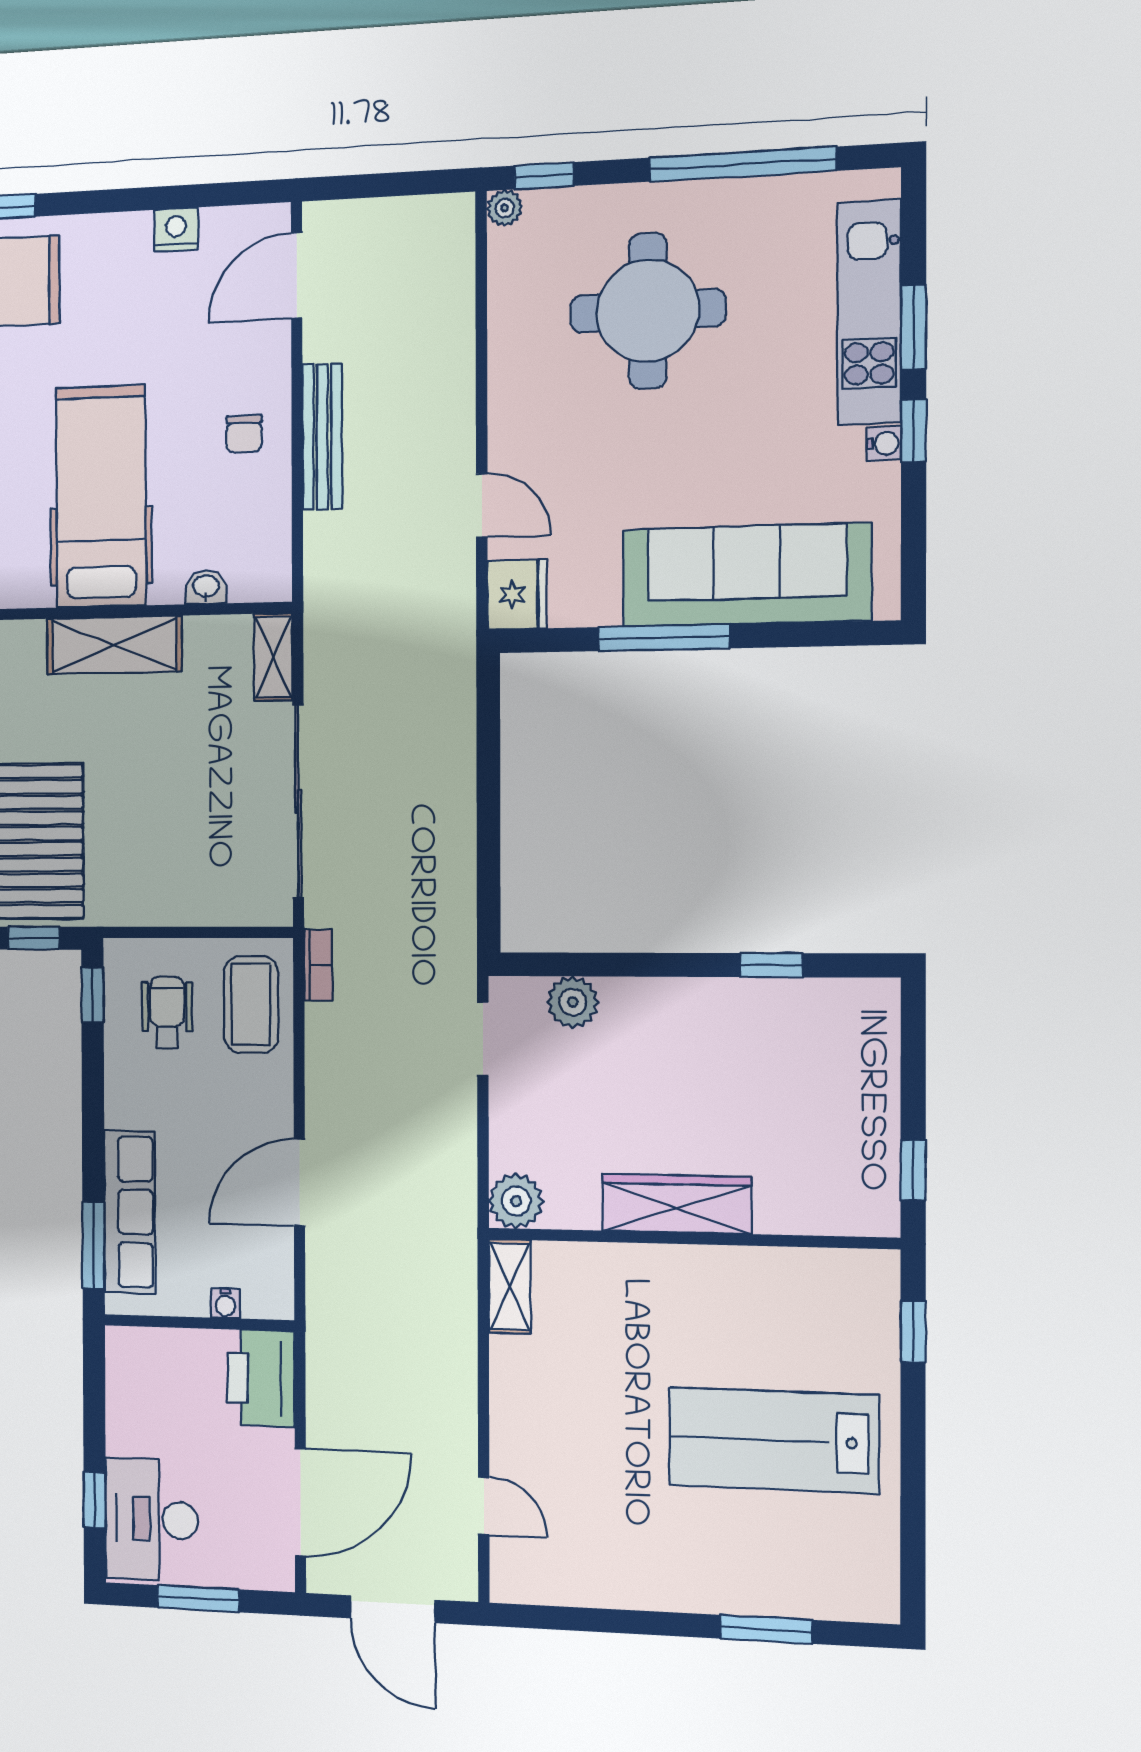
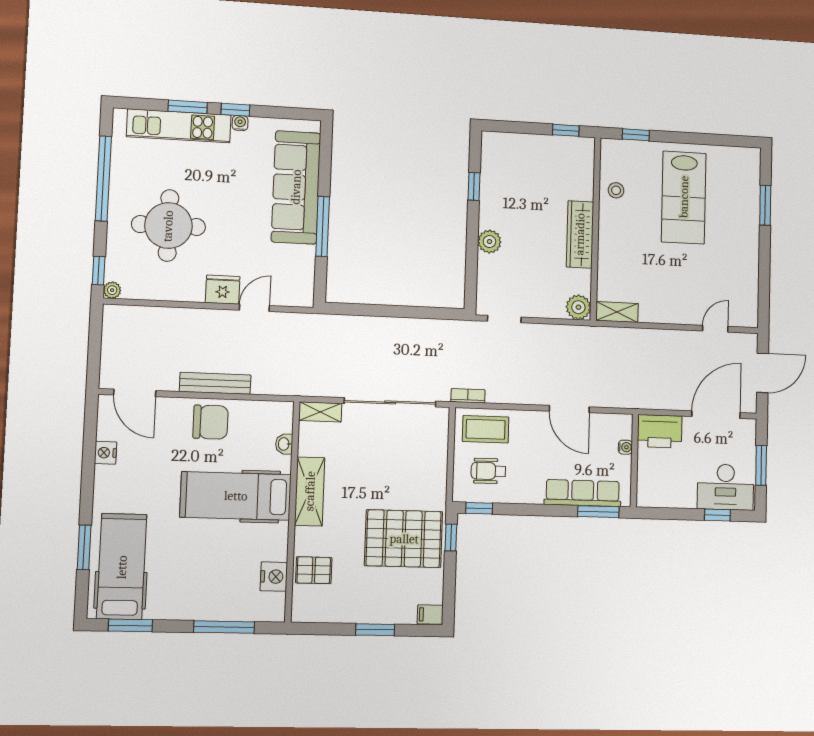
chair: (244, 434) -> (211, 422), width x1.87, depth x1.87
fridge: (517, 594) -> (223, 290), moved
plant: (573, 1002) -> (489, 242), moved
stool: (781, 1285) -> (616, 190), added
door: (300, 1502) -> (716, 415), hinge flipped

